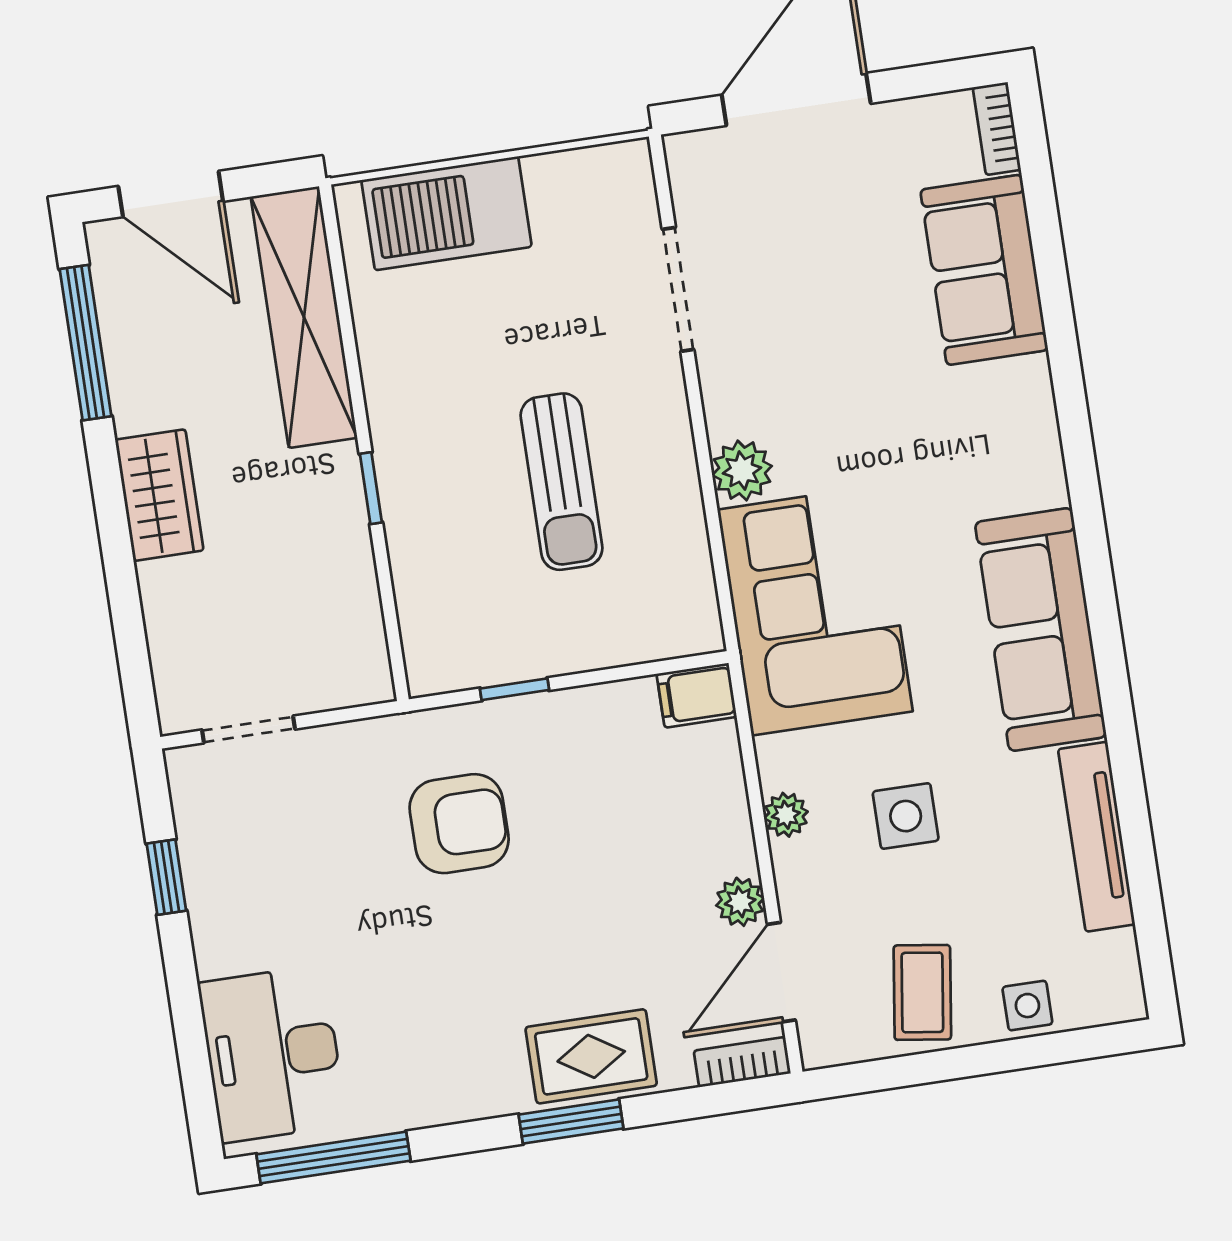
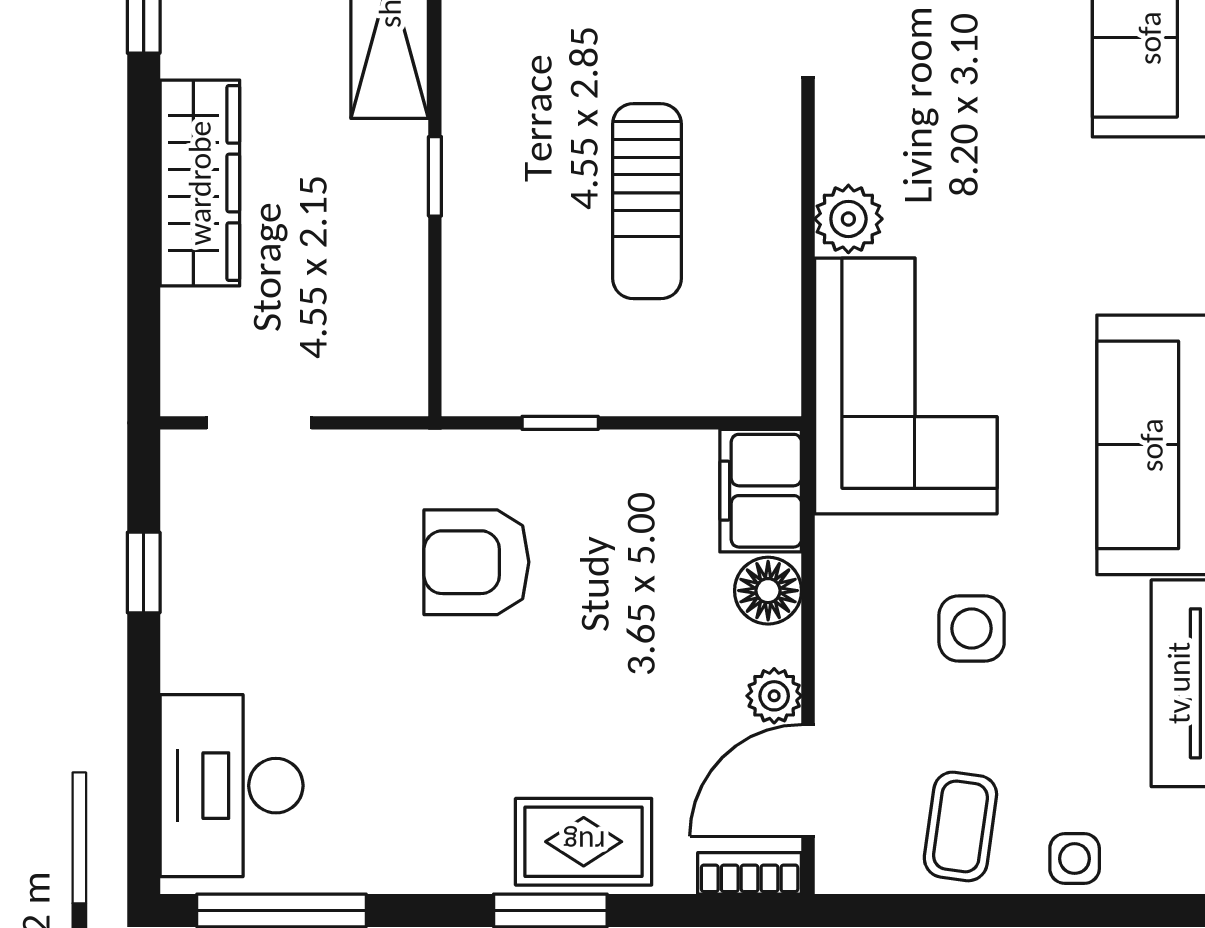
wardrobe: (159, 495) -> (200, 183), width x1.50
filing cabinet: (697, 695) -> (761, 491), width x2.00
floor lamp: (721, 810) -> (768, 591), added
plant: (786, 815) -> (839, 607), removed
armchair: (459, 824) -> (476, 562), turned 180

